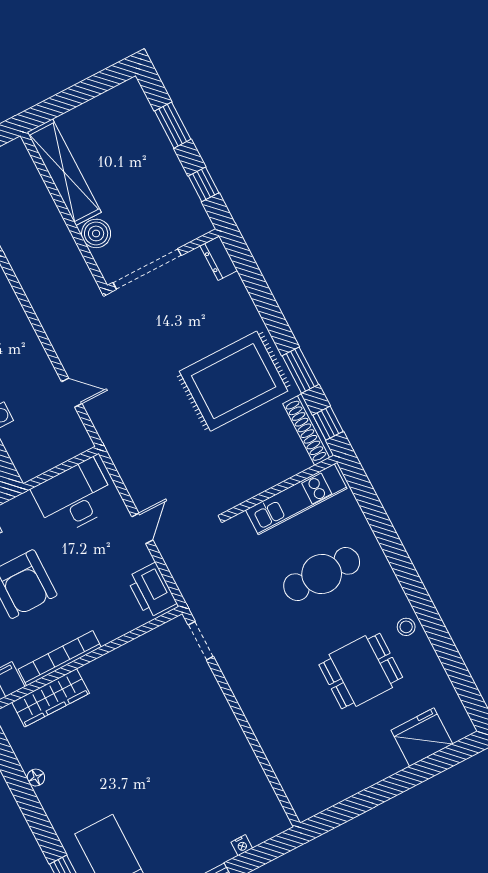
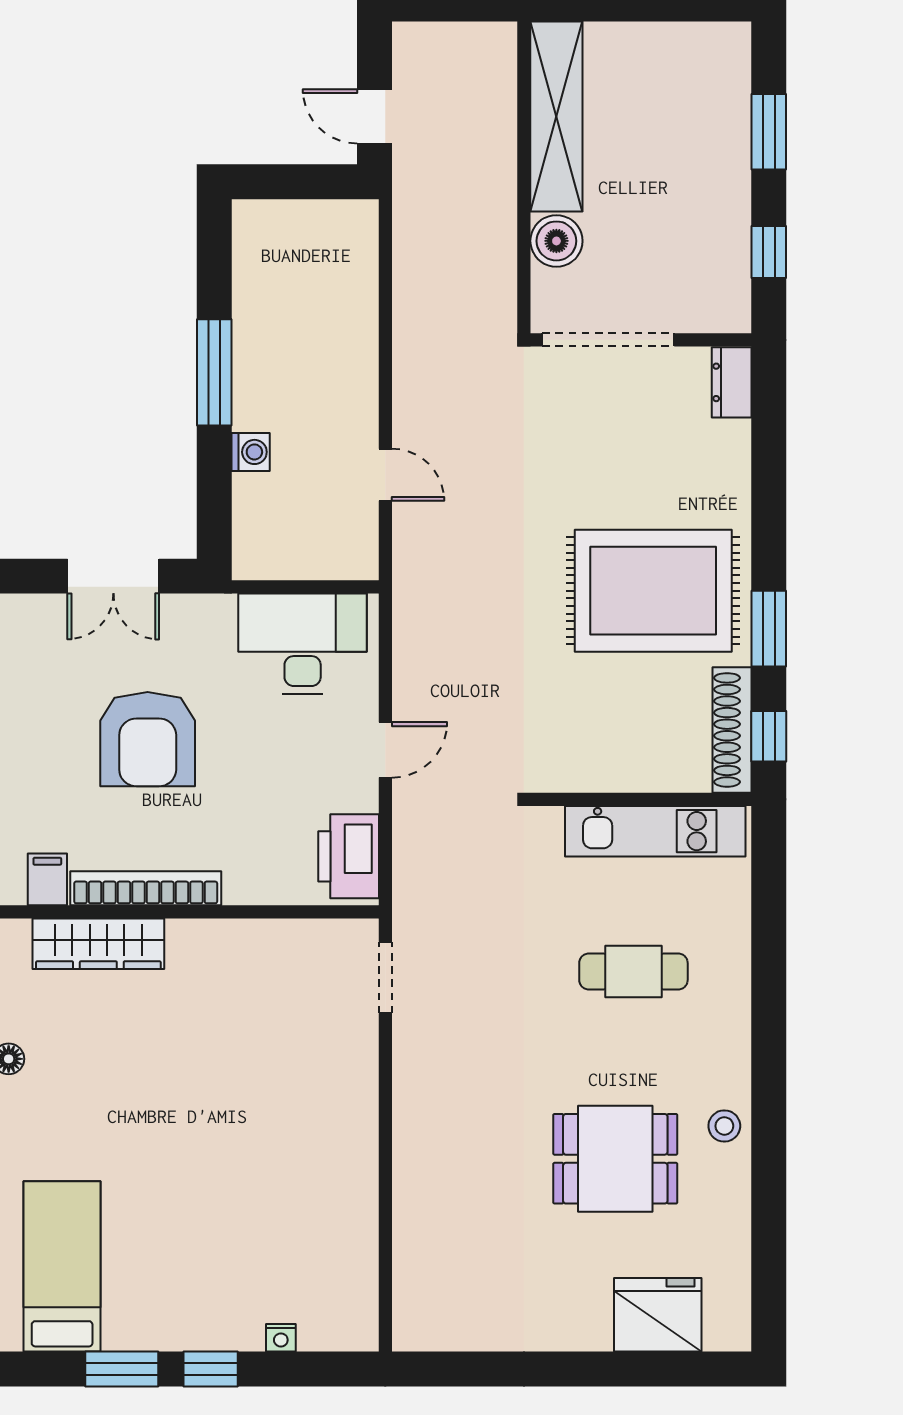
cafe table: (322, 574) -> (633, 972), width x0.73, depth x0.74

